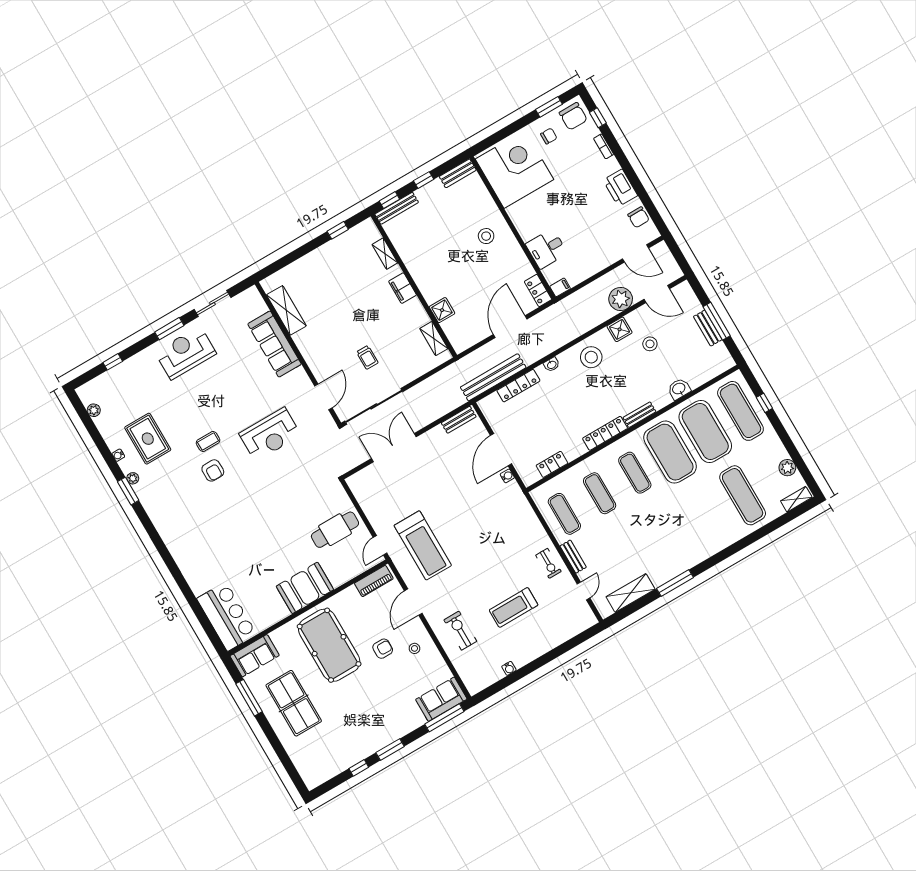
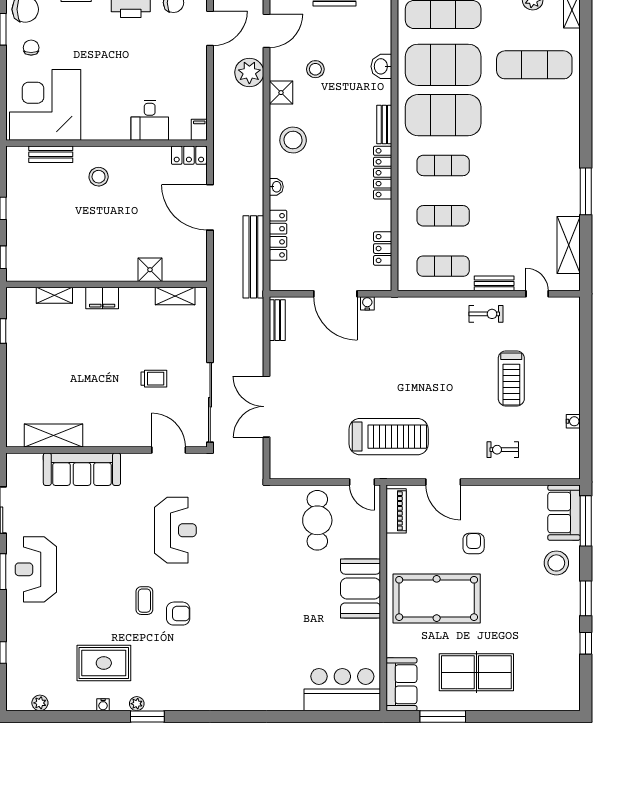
bench: (458, 173) -> (51, 154), moved, turned 90
bench: (397, 208) -> (13, 255), removed
exercise bike: (460, 631) -> (503, 450), width x0.73, depth x0.72
stool: (415, 648) -> (556, 563), moved, width x1.89, depth x1.89

